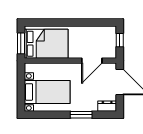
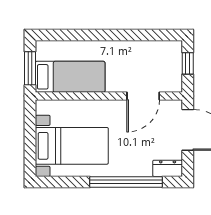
bed: (46, 44) -> (70, 77), width x0.67
window: (81, 115) -> (126, 182), width x2.11

